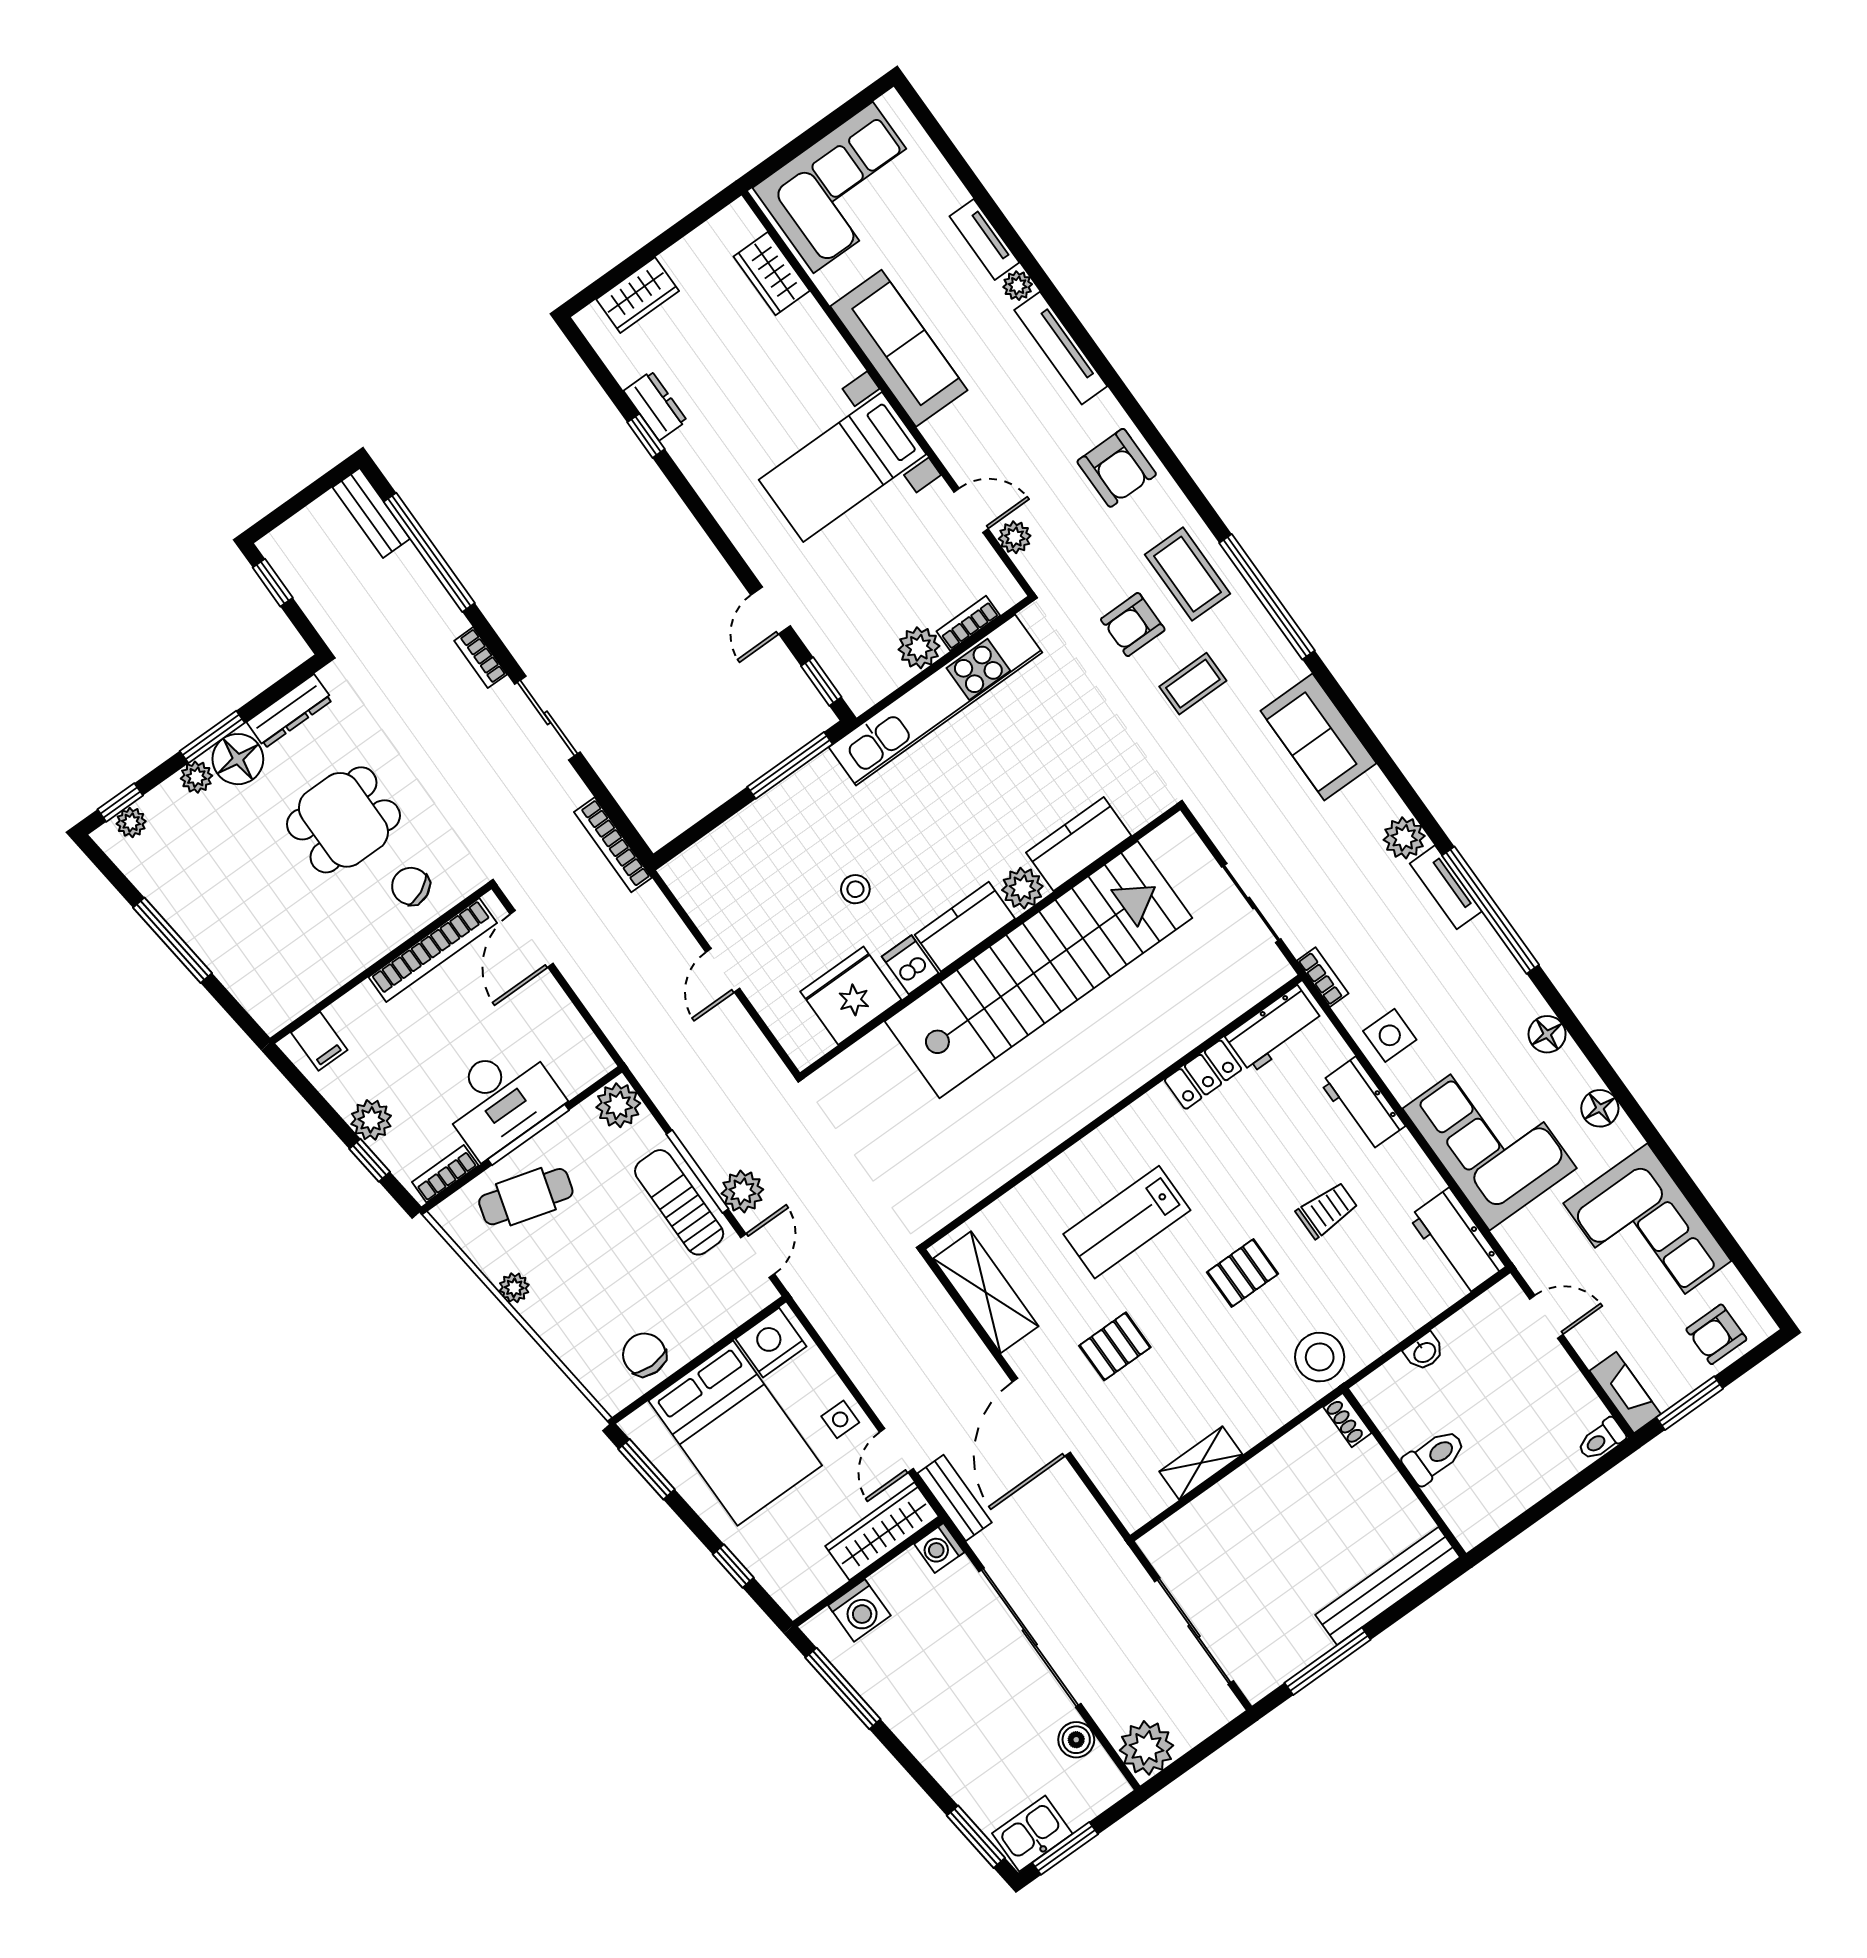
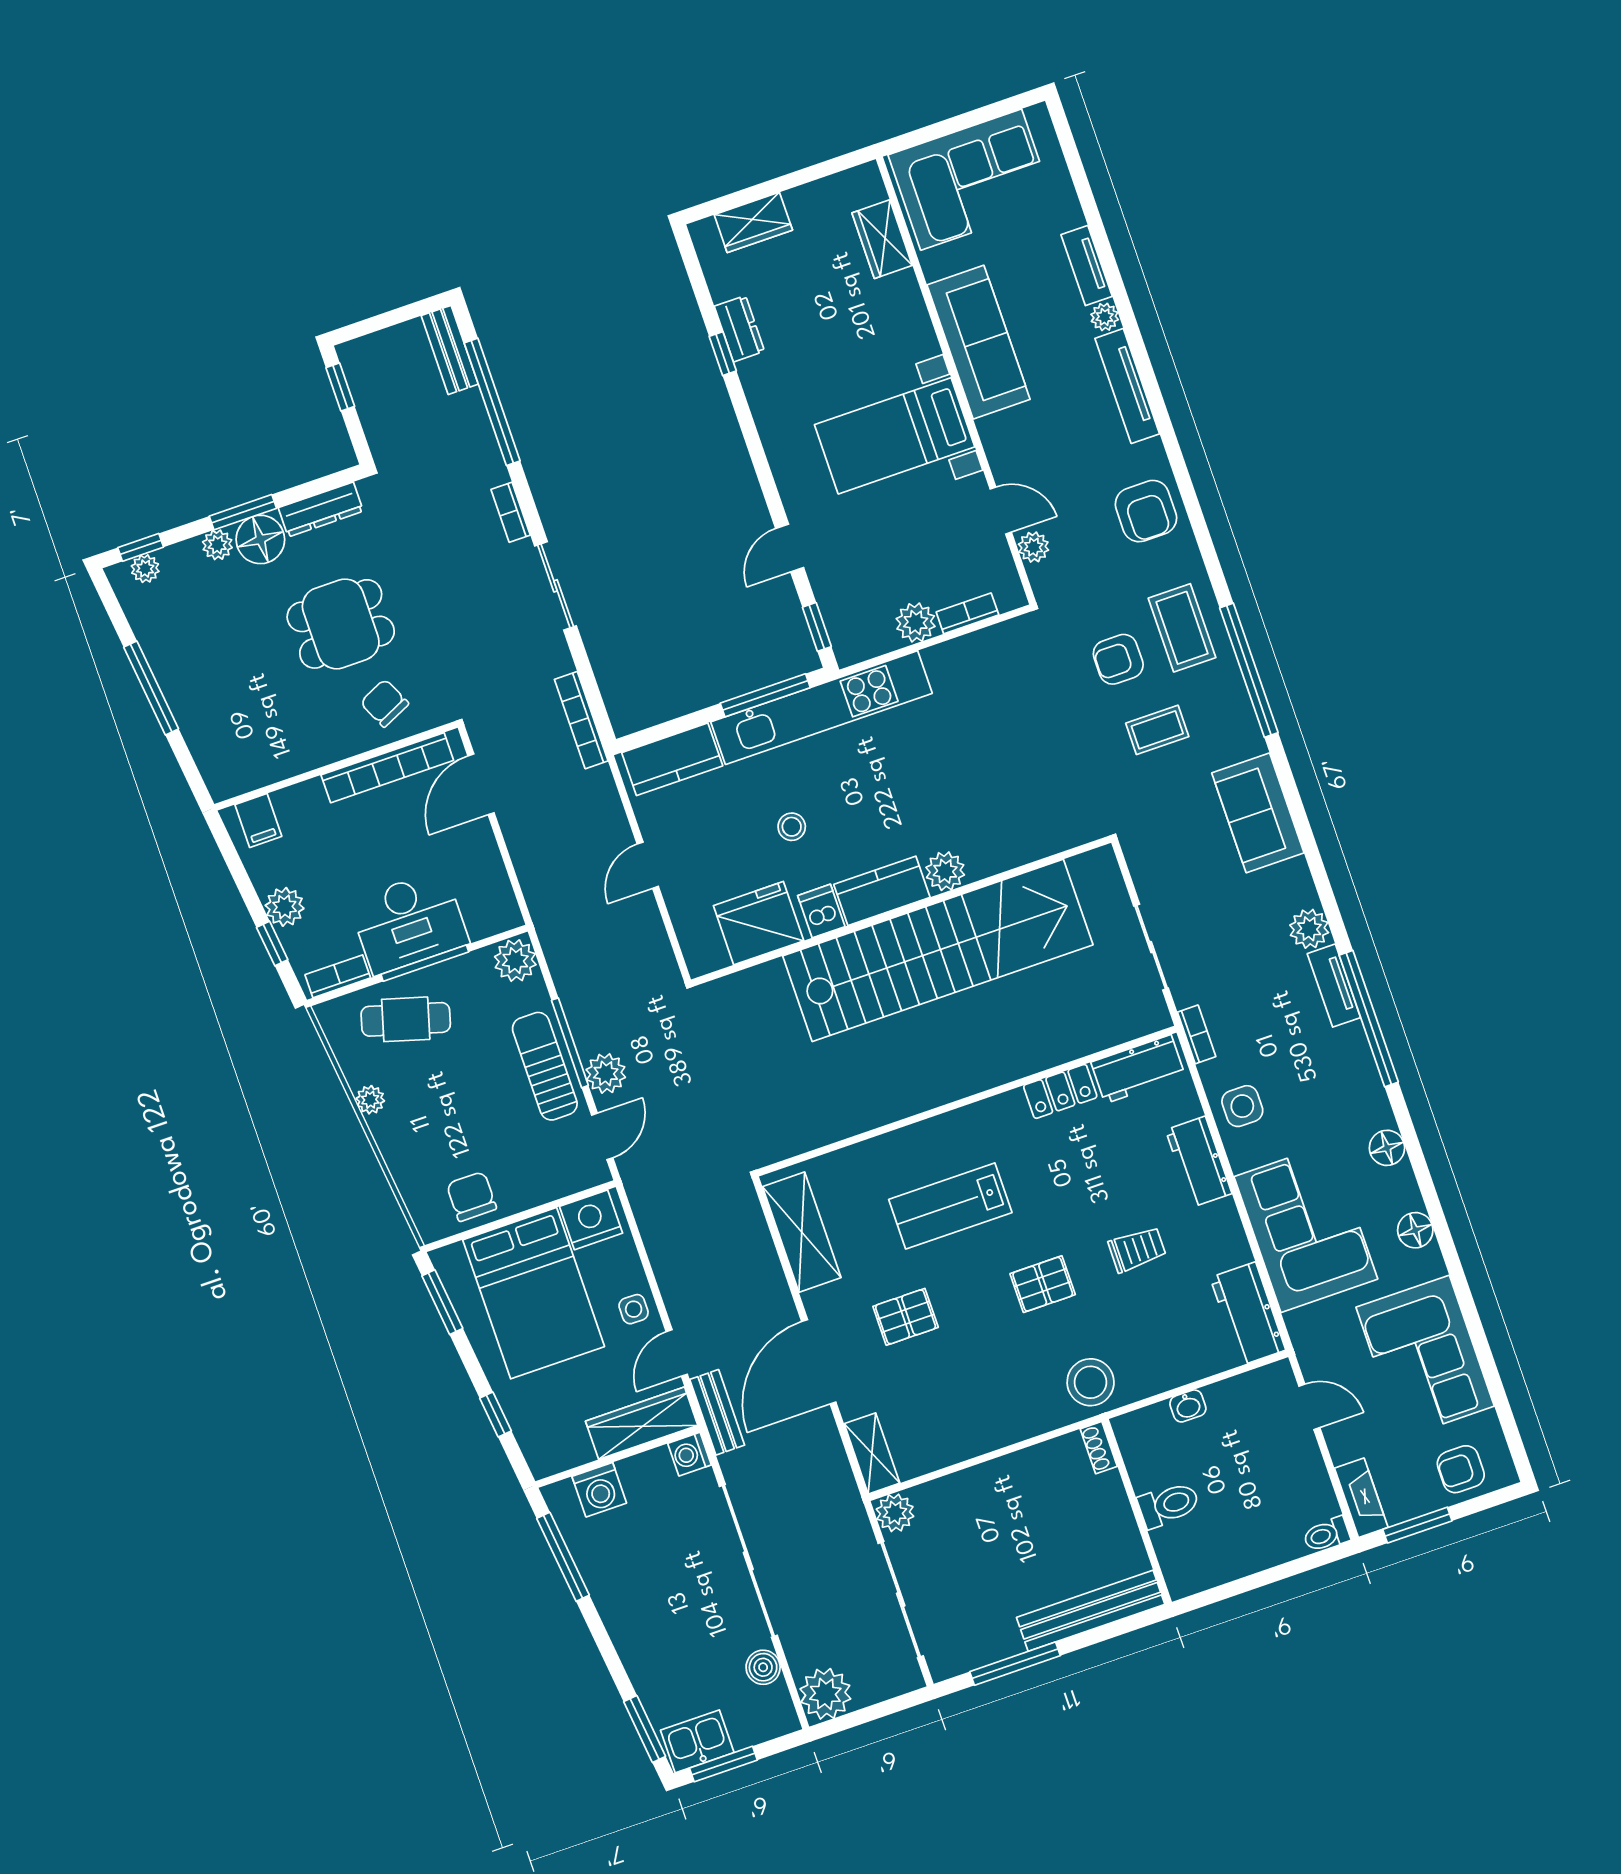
kitchen unit: (936, 700) -> (822, 708), moved
kitchen counter: (1079, 844) -> (672, 759), moved, turned 180
shelving: (1201, 1463) -> (872, 1453), moved, turned 90
plant: (1162, 1546) -> (895, 1513), added

